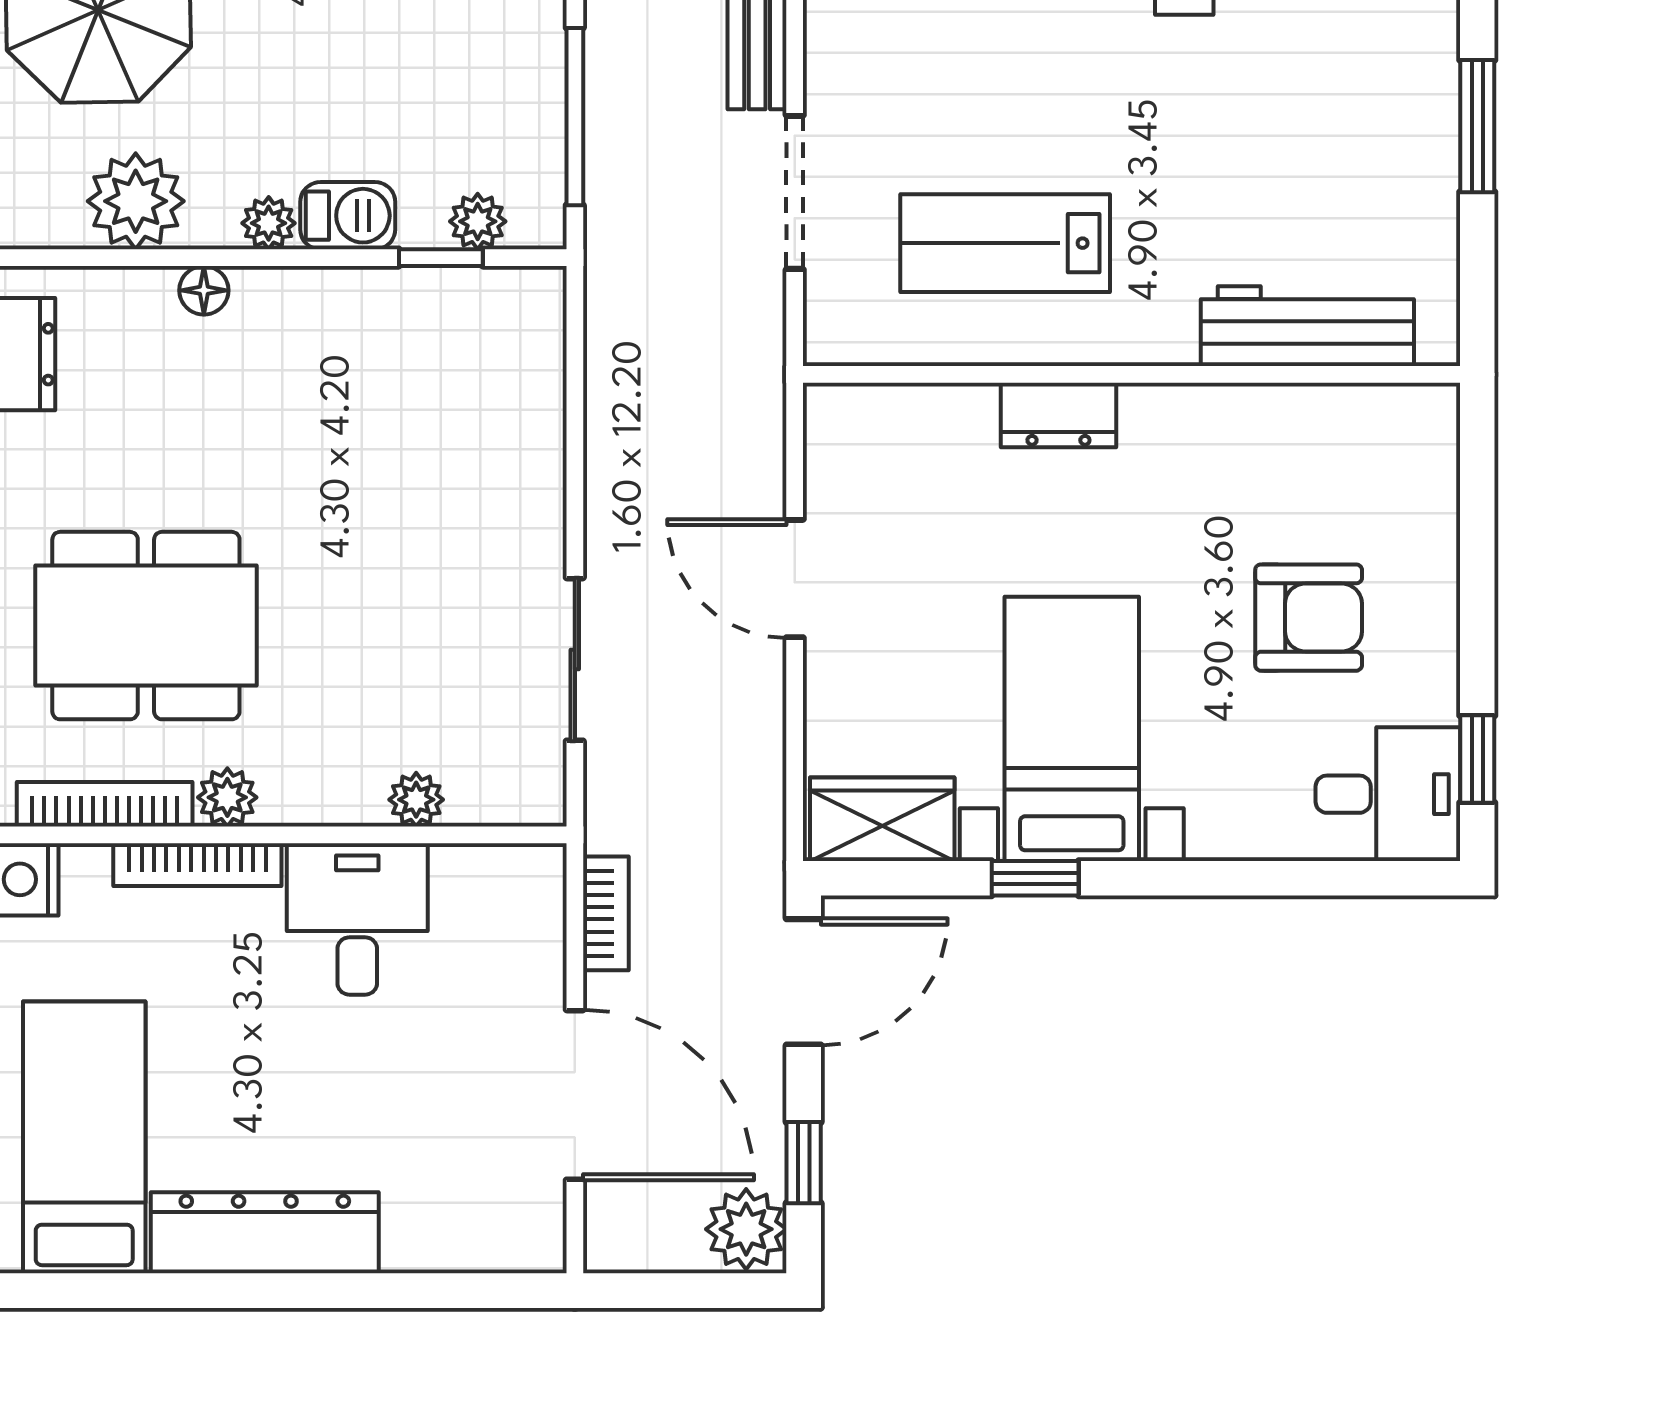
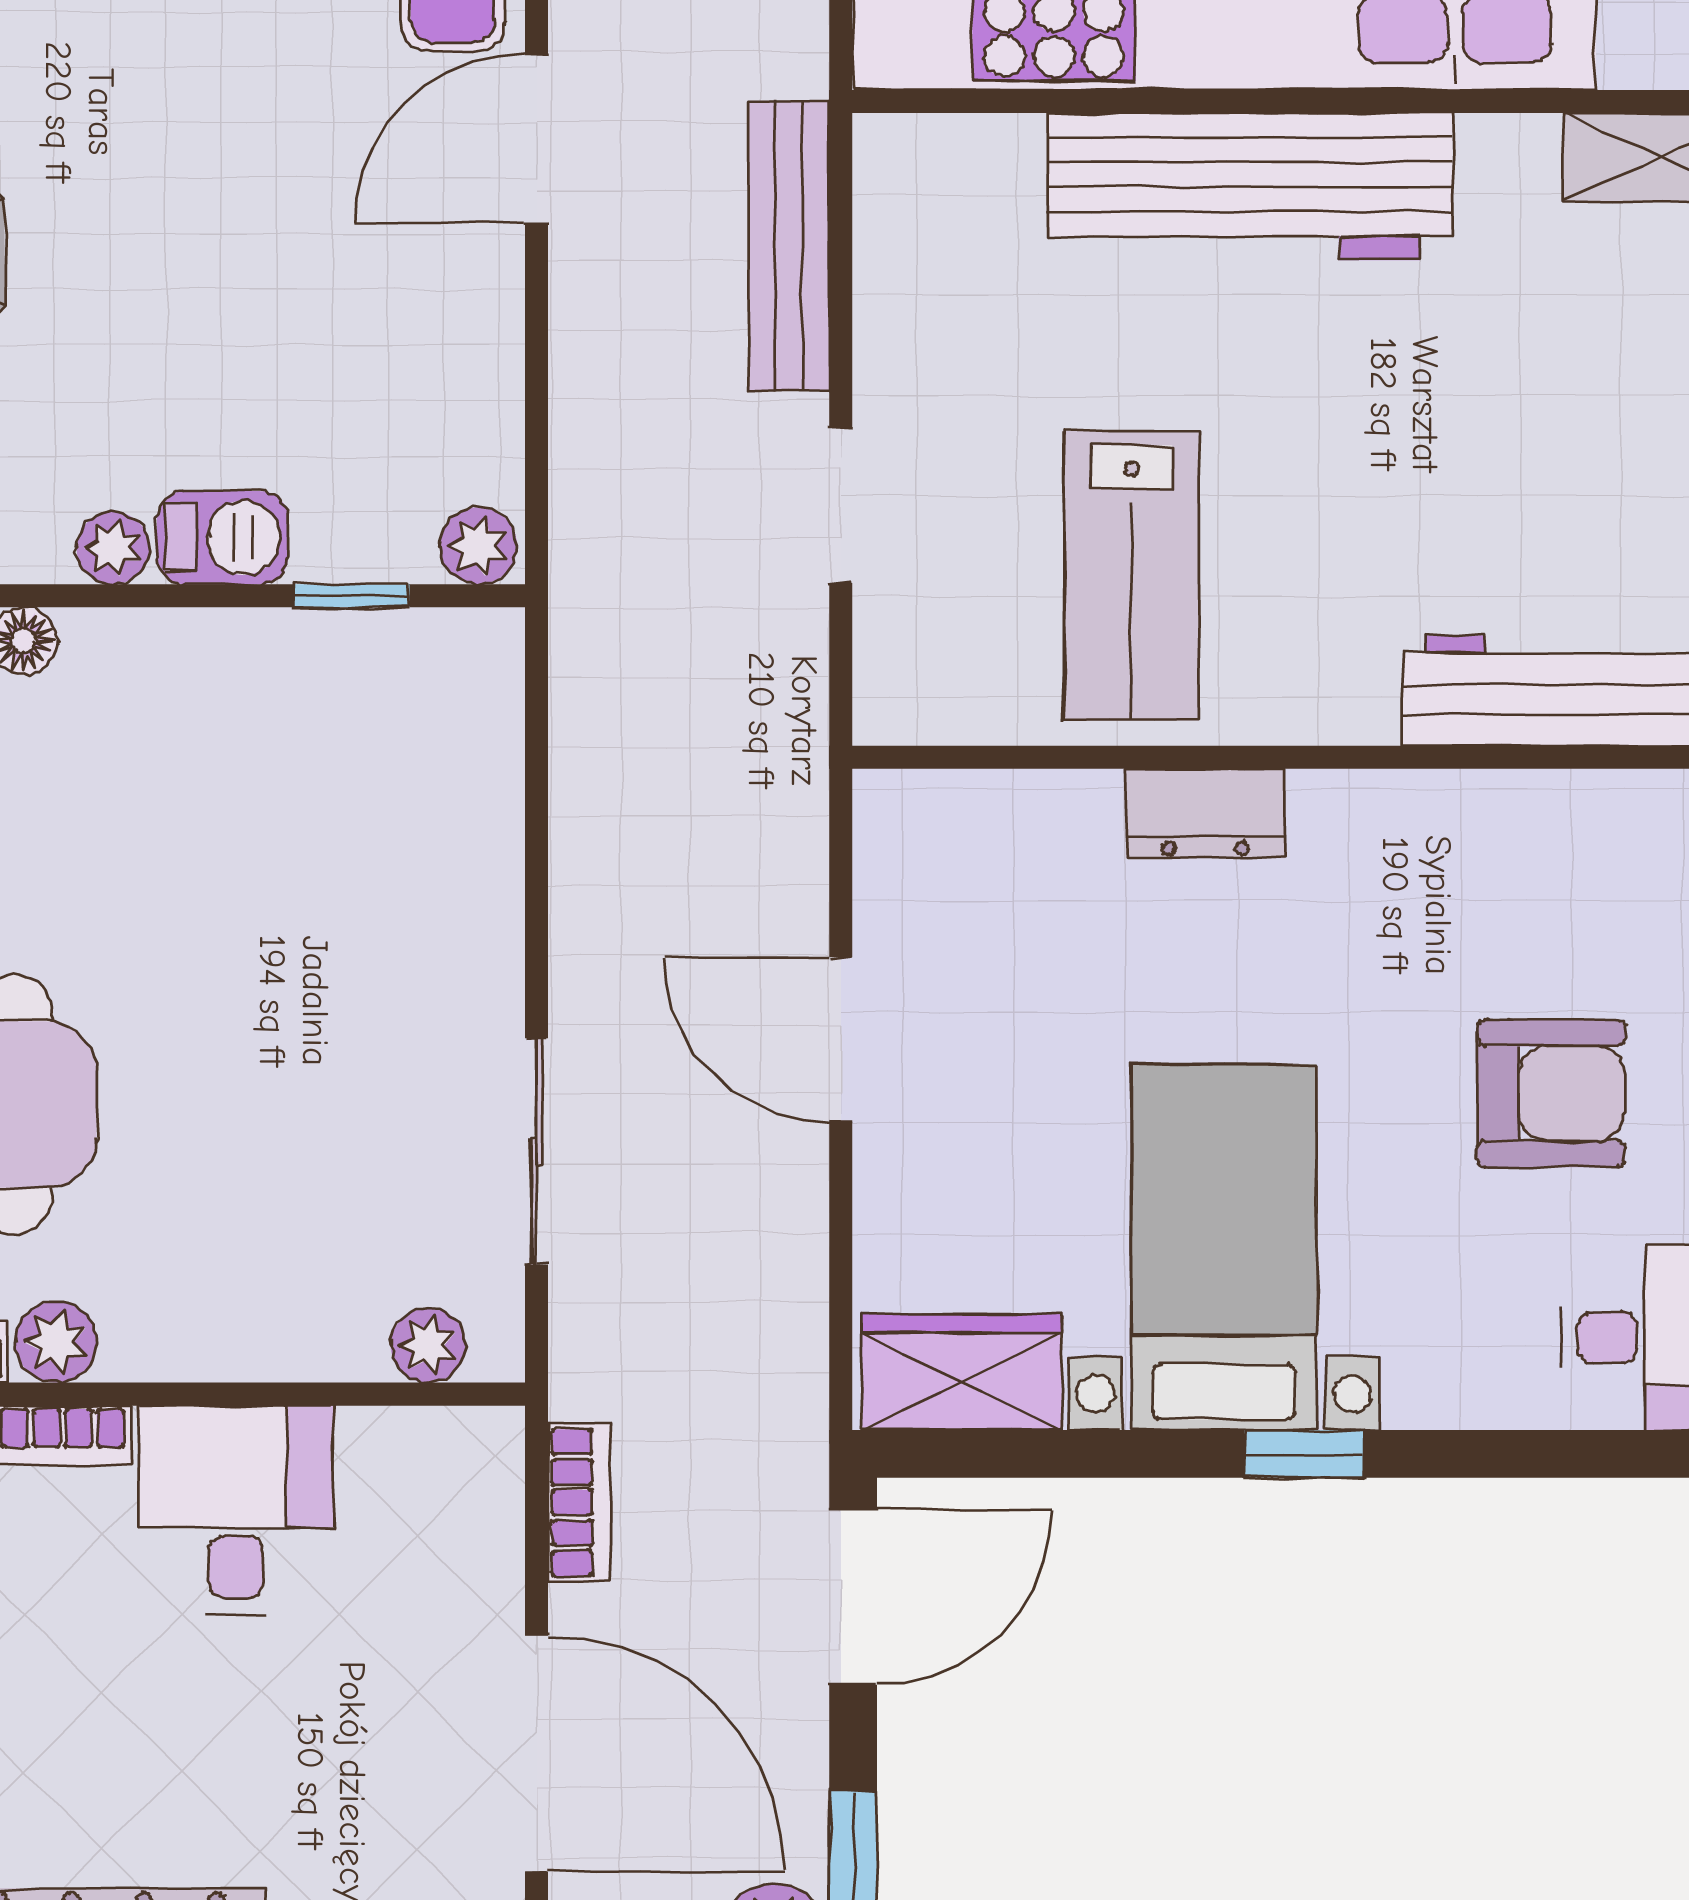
window: (575, 117) -> (537, 401), removed
doorway: (795, 192) -> (841, 506), width x0.73
plant: (478, 221) -> (478, 546), moved
lab bench: (1005, 243) -> (1132, 576), turned -90
plant: (416, 800) -> (428, 1345), moved
window: (1035, 878) -> (1305, 1454), moved

